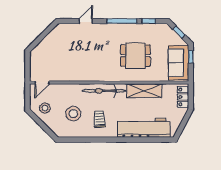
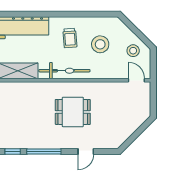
dining table: (135, 56) -> (73, 112), moved
door: (42, 83) -> (136, 80), hinge flipped

